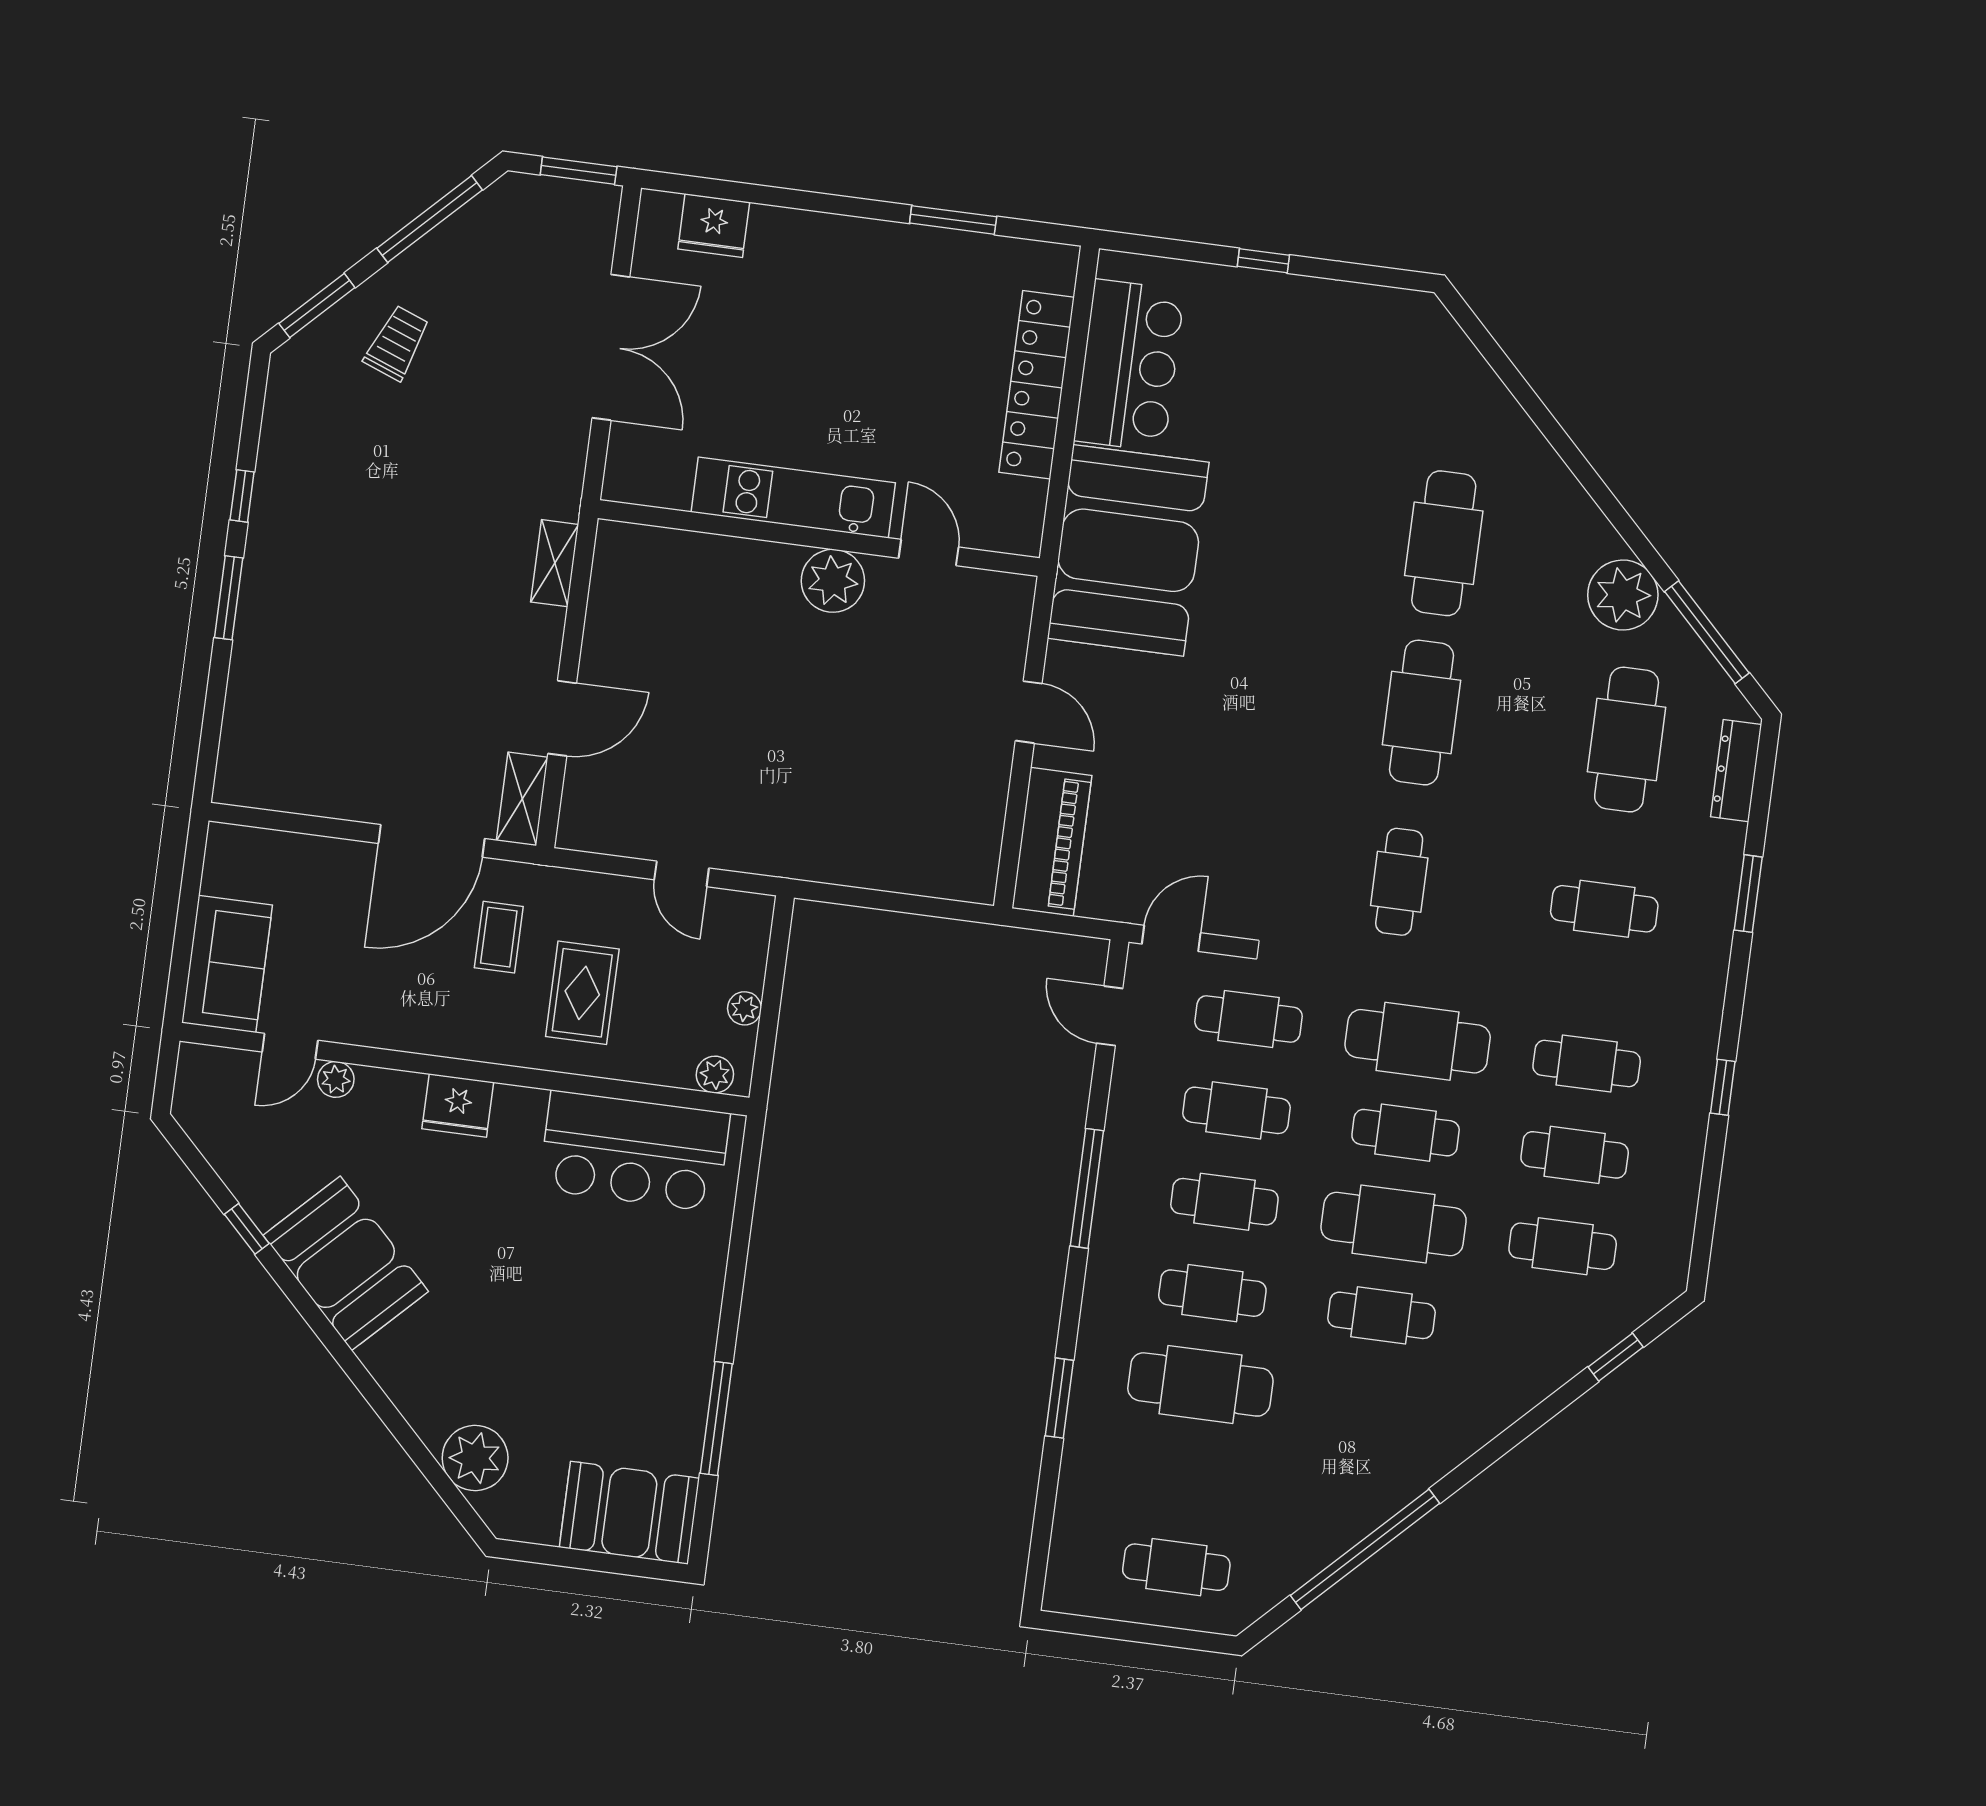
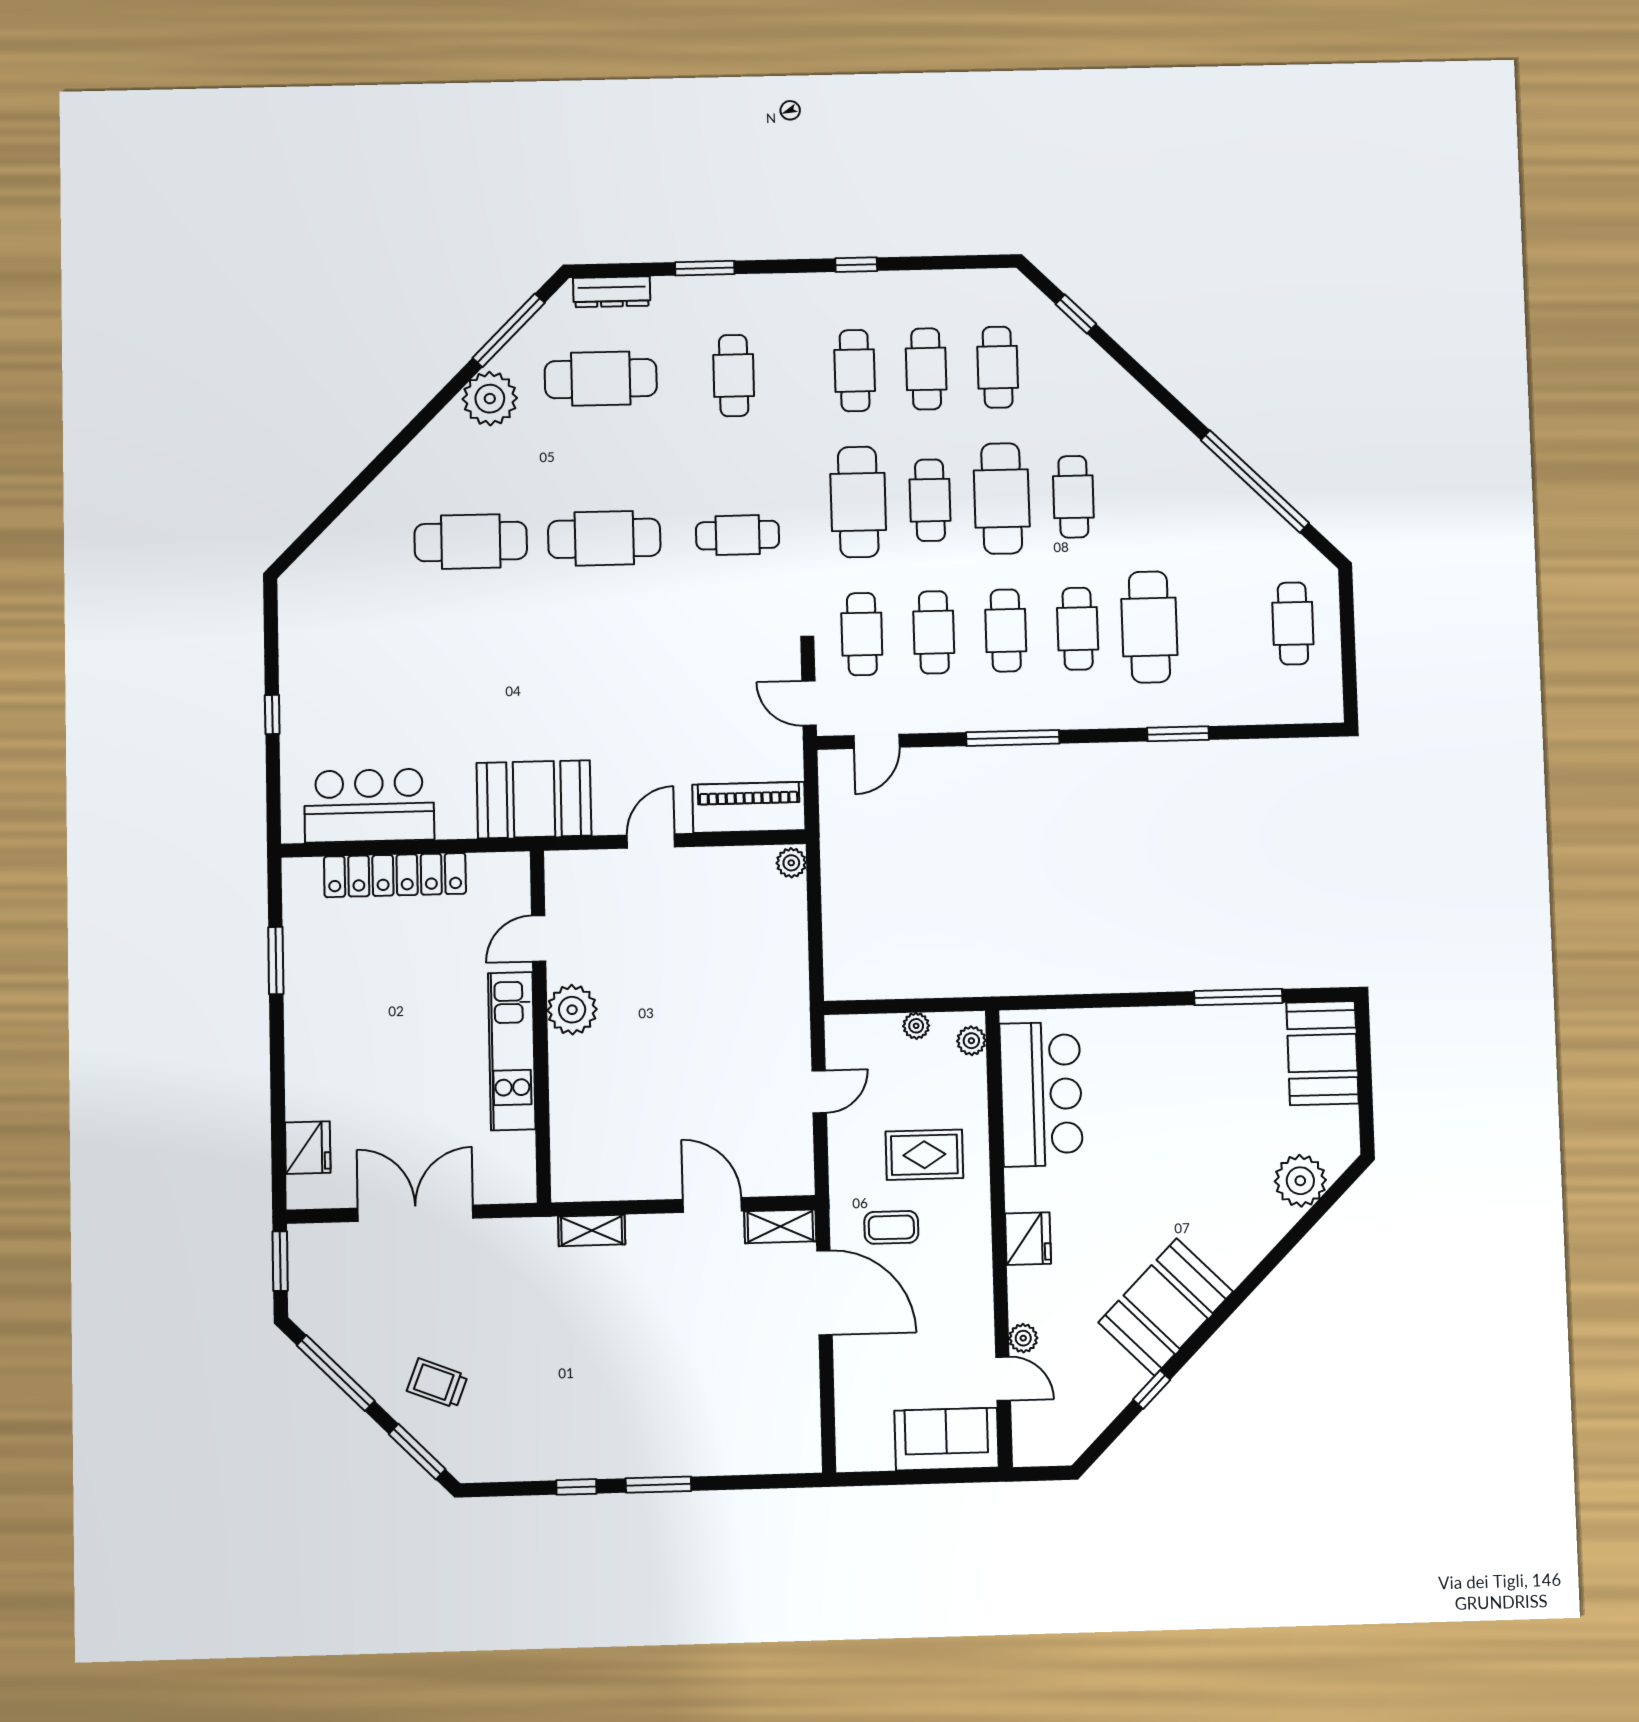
booth: (1128, 550) -> (534, 799), width x0.73, depth x0.70
plant: (973, 884) -> (791, 863), added

